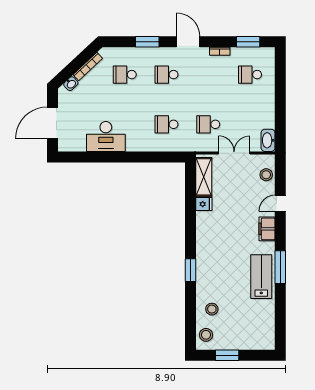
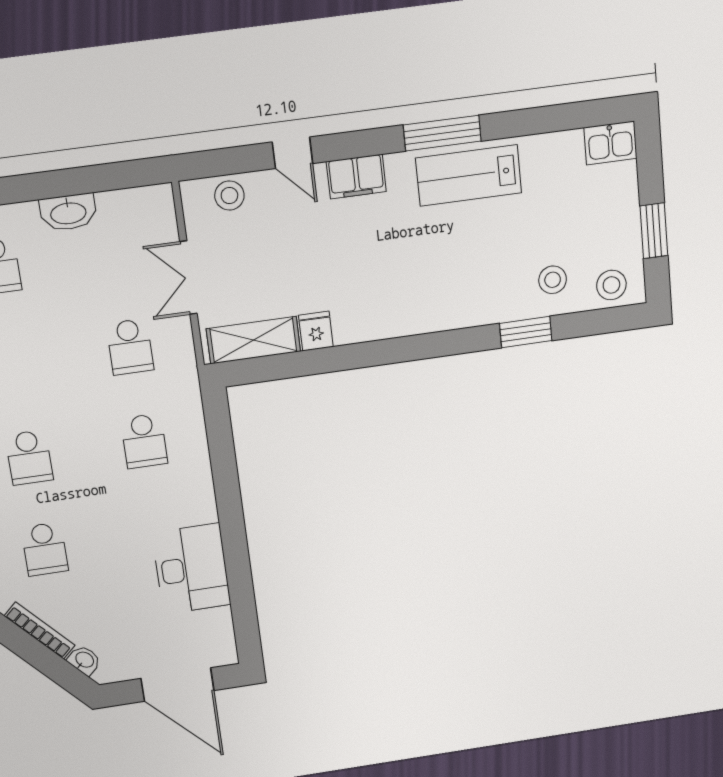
washbasin: (268, 140) -> (68, 212), moved
window: (191, 270) -> (526, 332), moved
kitchen sink: (267, 339) -> (610, 143), added

